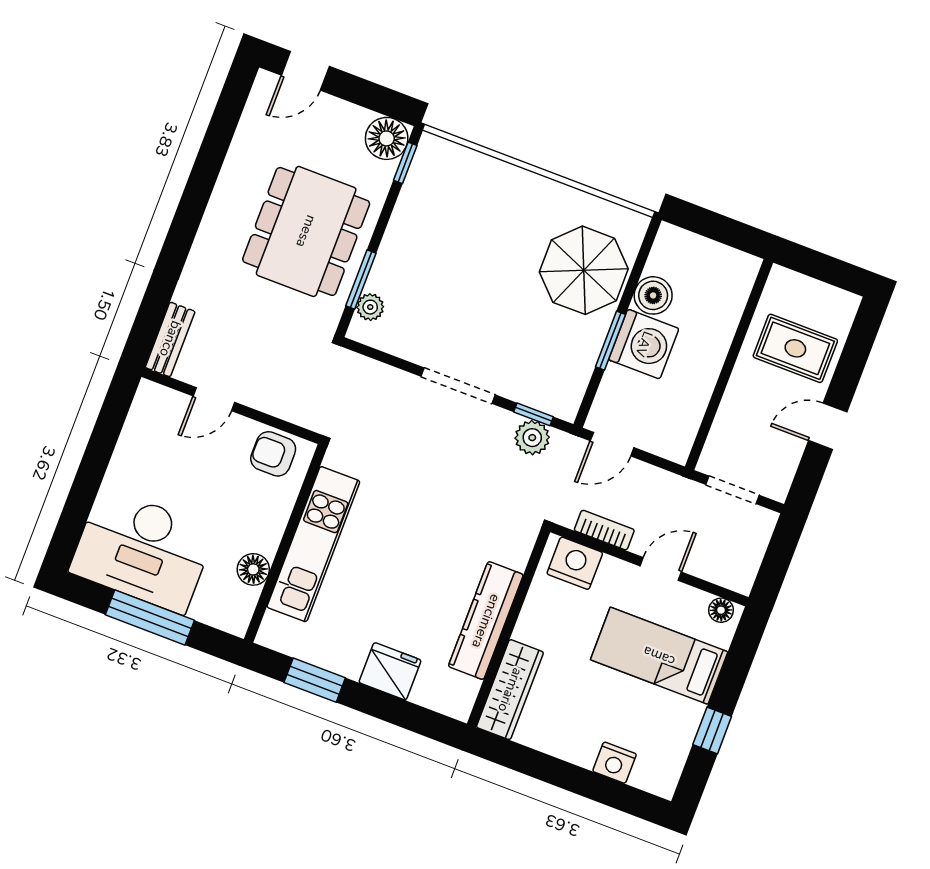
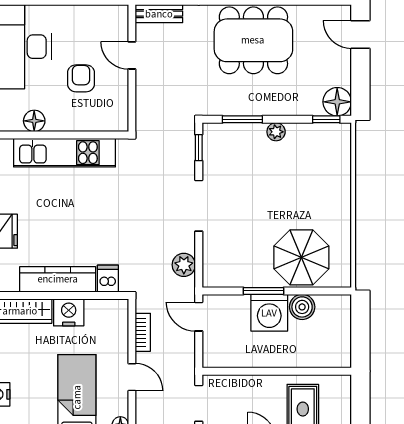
dining table: (306, 231) -> (253, 40), moved
plant: (370, 307) -> (276, 132), moved
window: (534, 414) -> (199, 148), moved
armchair: (273, 454) -> (81, 78), moved
dishwasher: (511, 550) -> (108, 279), added
nightstand: (575, 563) -> (69, 312), moved, turned -90

